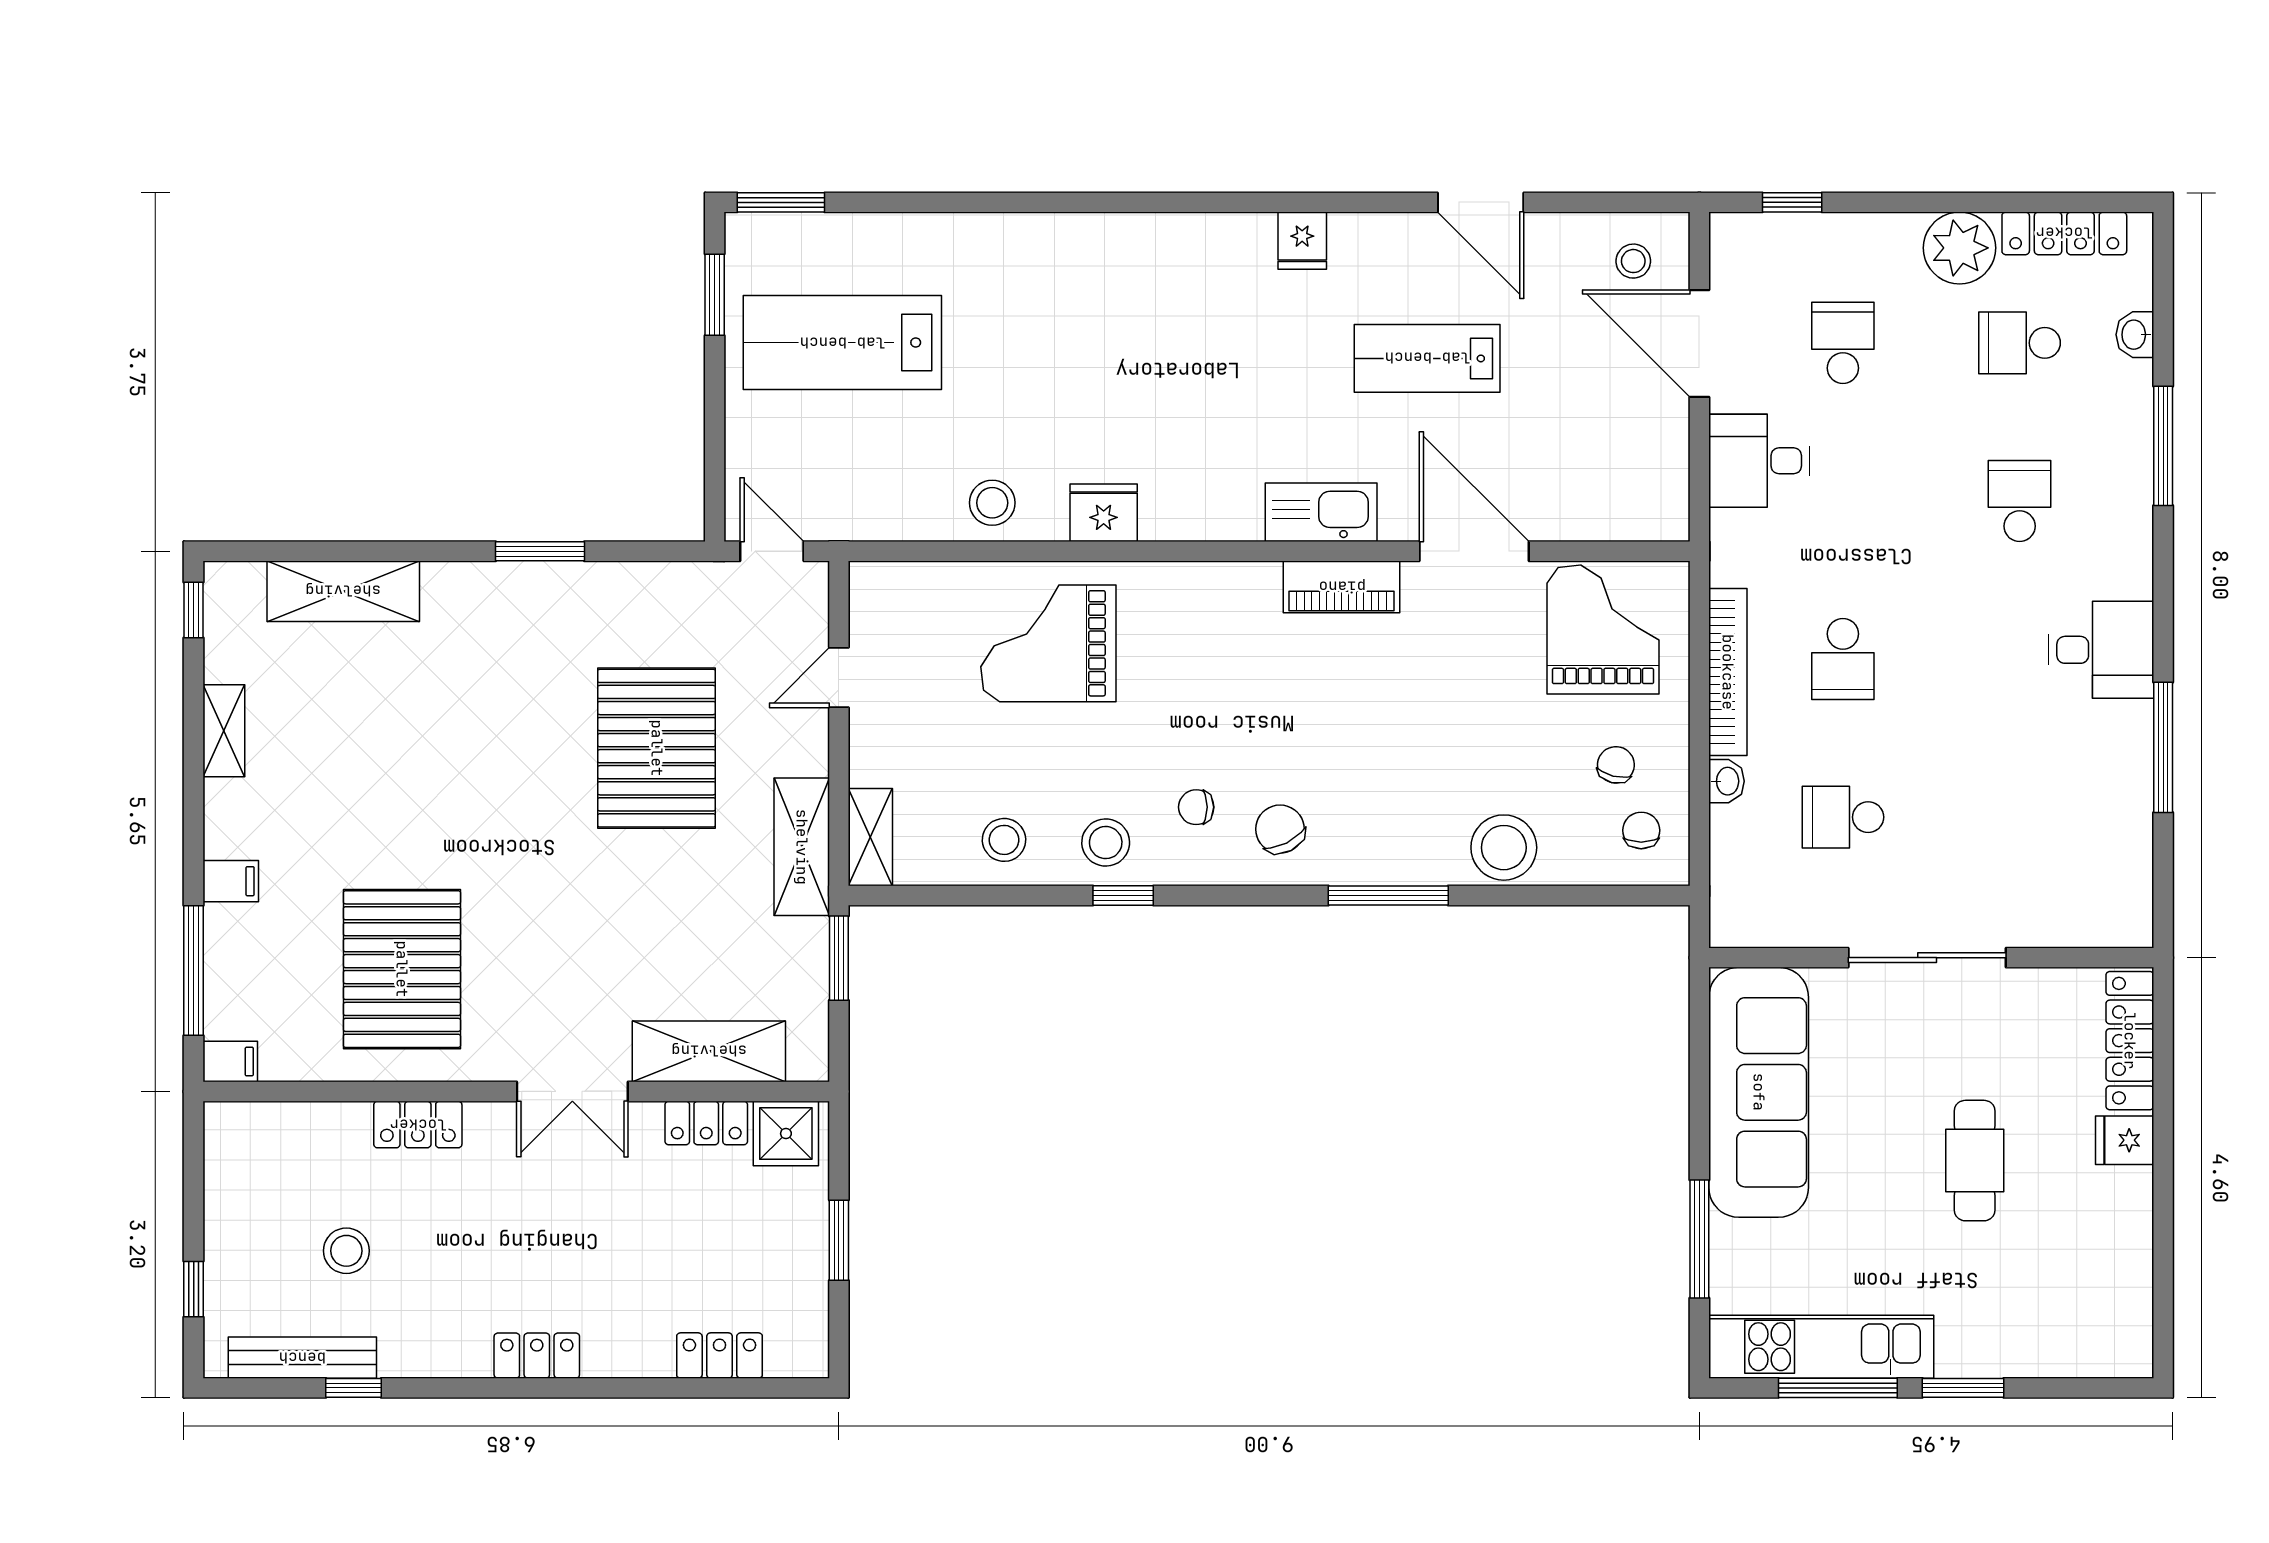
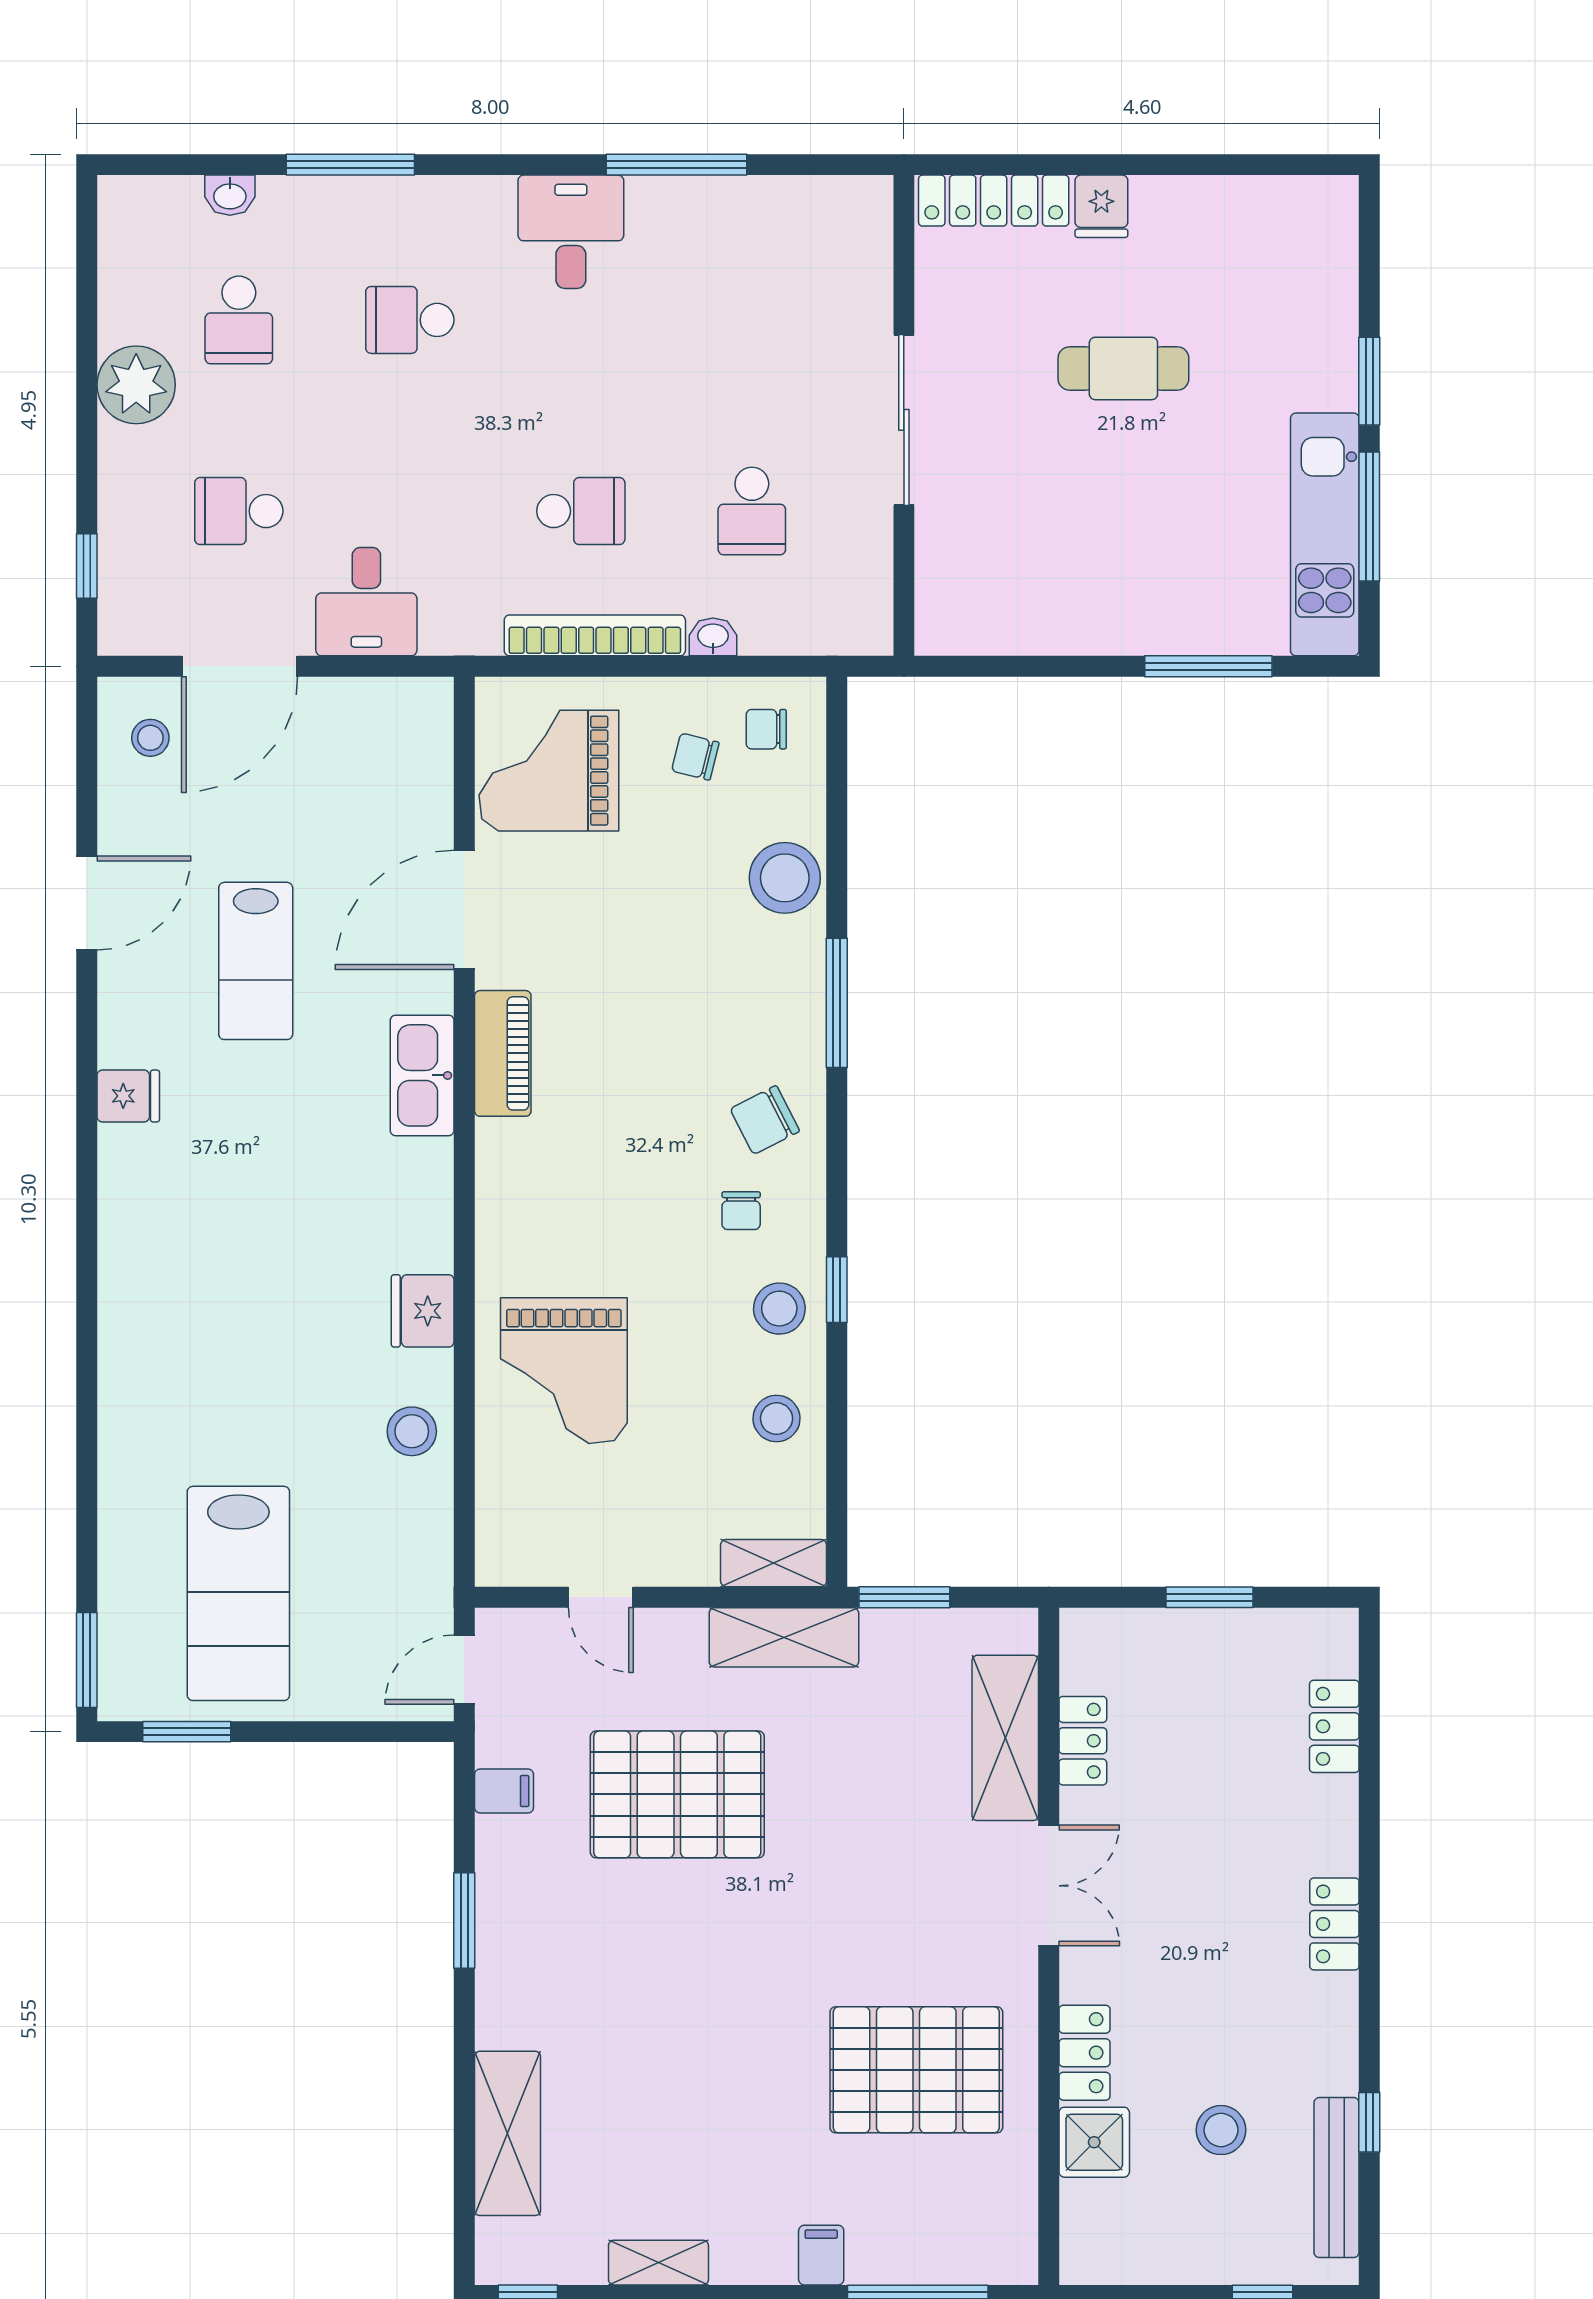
locker: (2064, 233) -> (120, 272), removed
filing cabinet: (230, 1062) -> (504, 1791), moved, turned 90
sofa: (1759, 1092) -> (1050, 602), removed
shower: (786, 1134) -> (1094, 2142), moved

